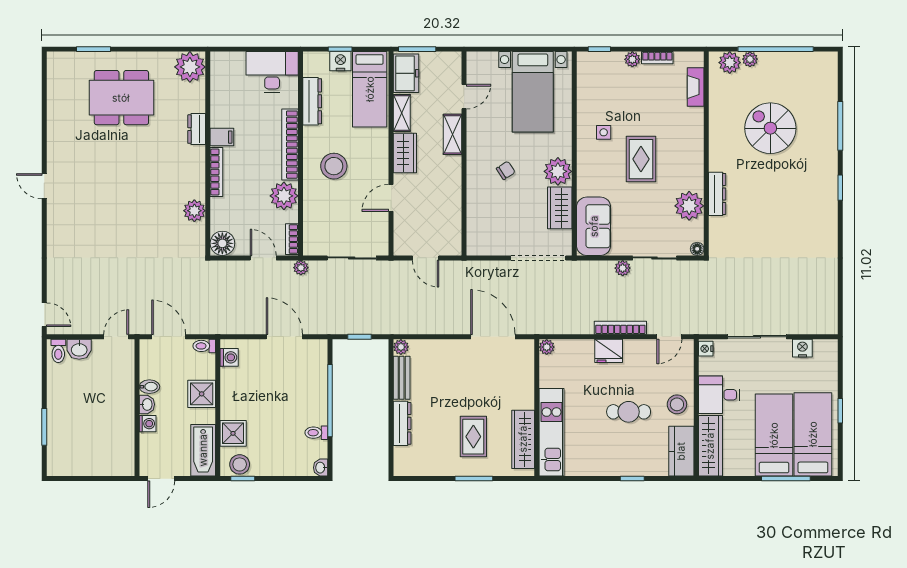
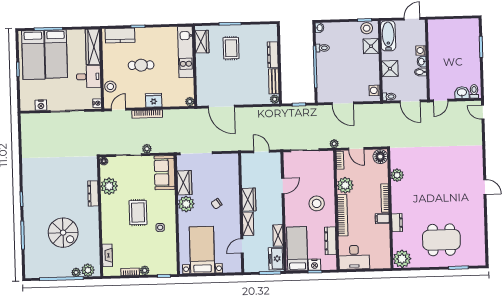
wardrobe: (405, 153) -> (249, 200), moved, turned 180
stool: (677, 404) -> (110, 87), moved
wardrobe: (523, 439) -> (202, 42), width x0.67
kitchen counter: (681, 451) -> (120, 36), moved, turned 90

